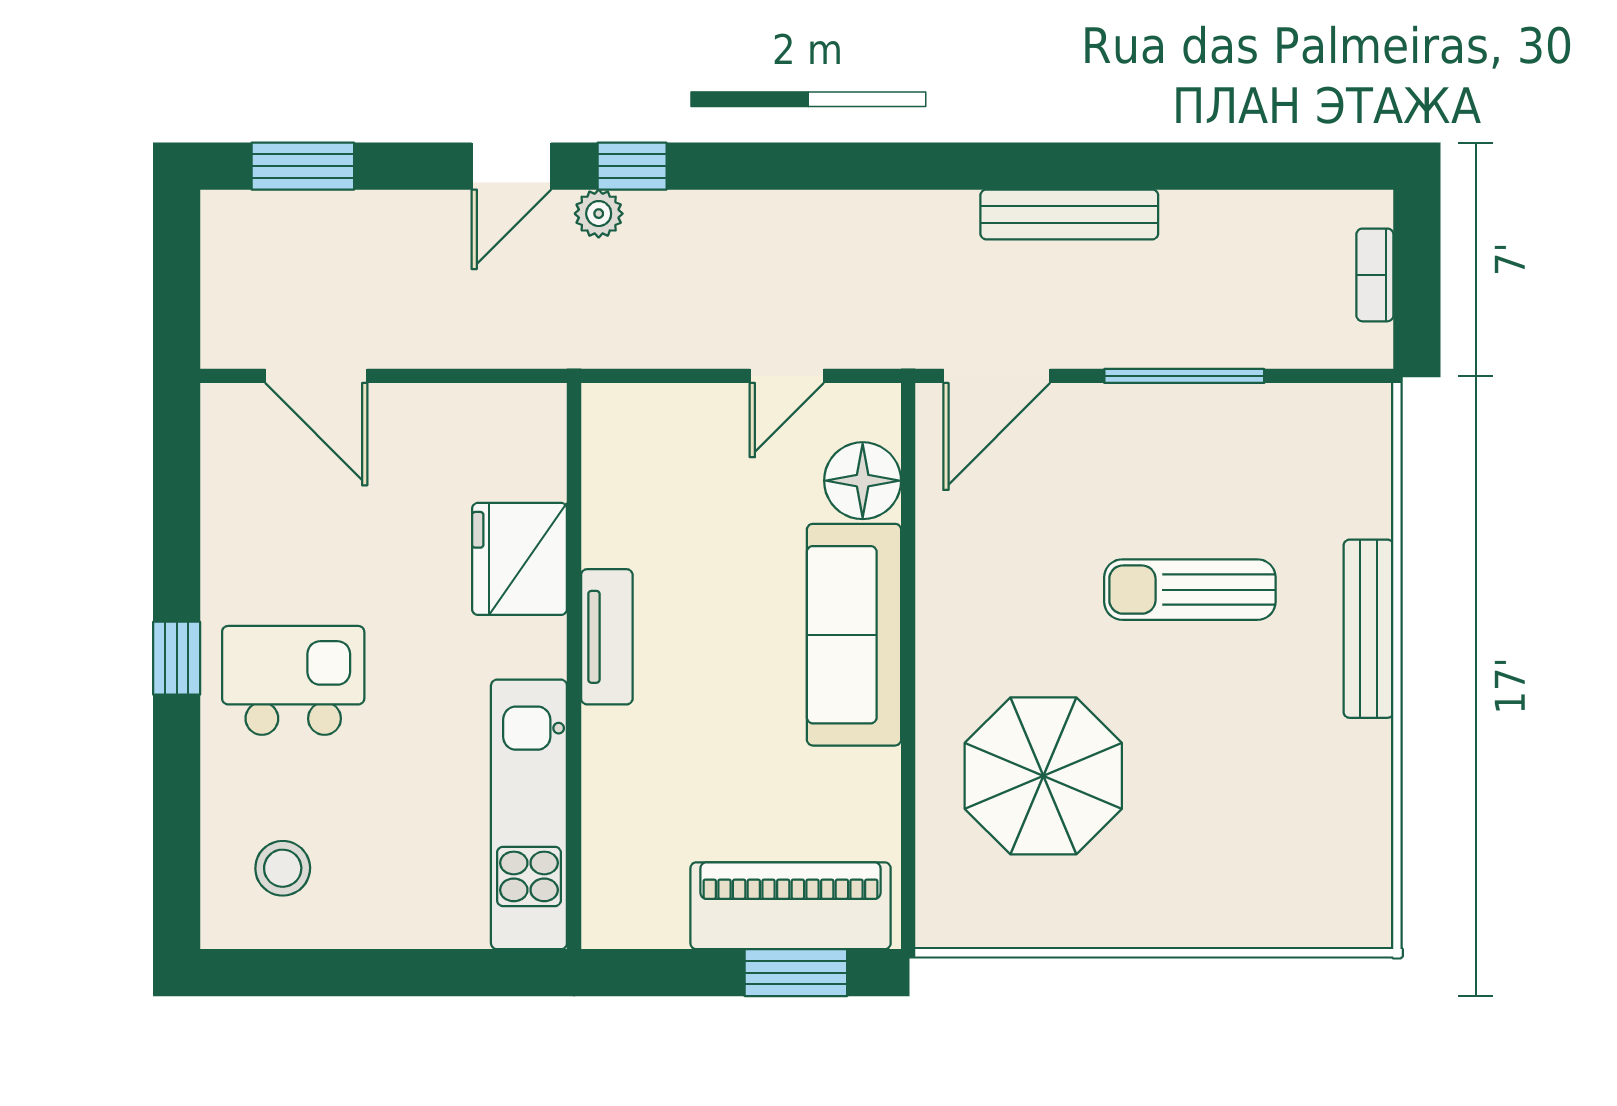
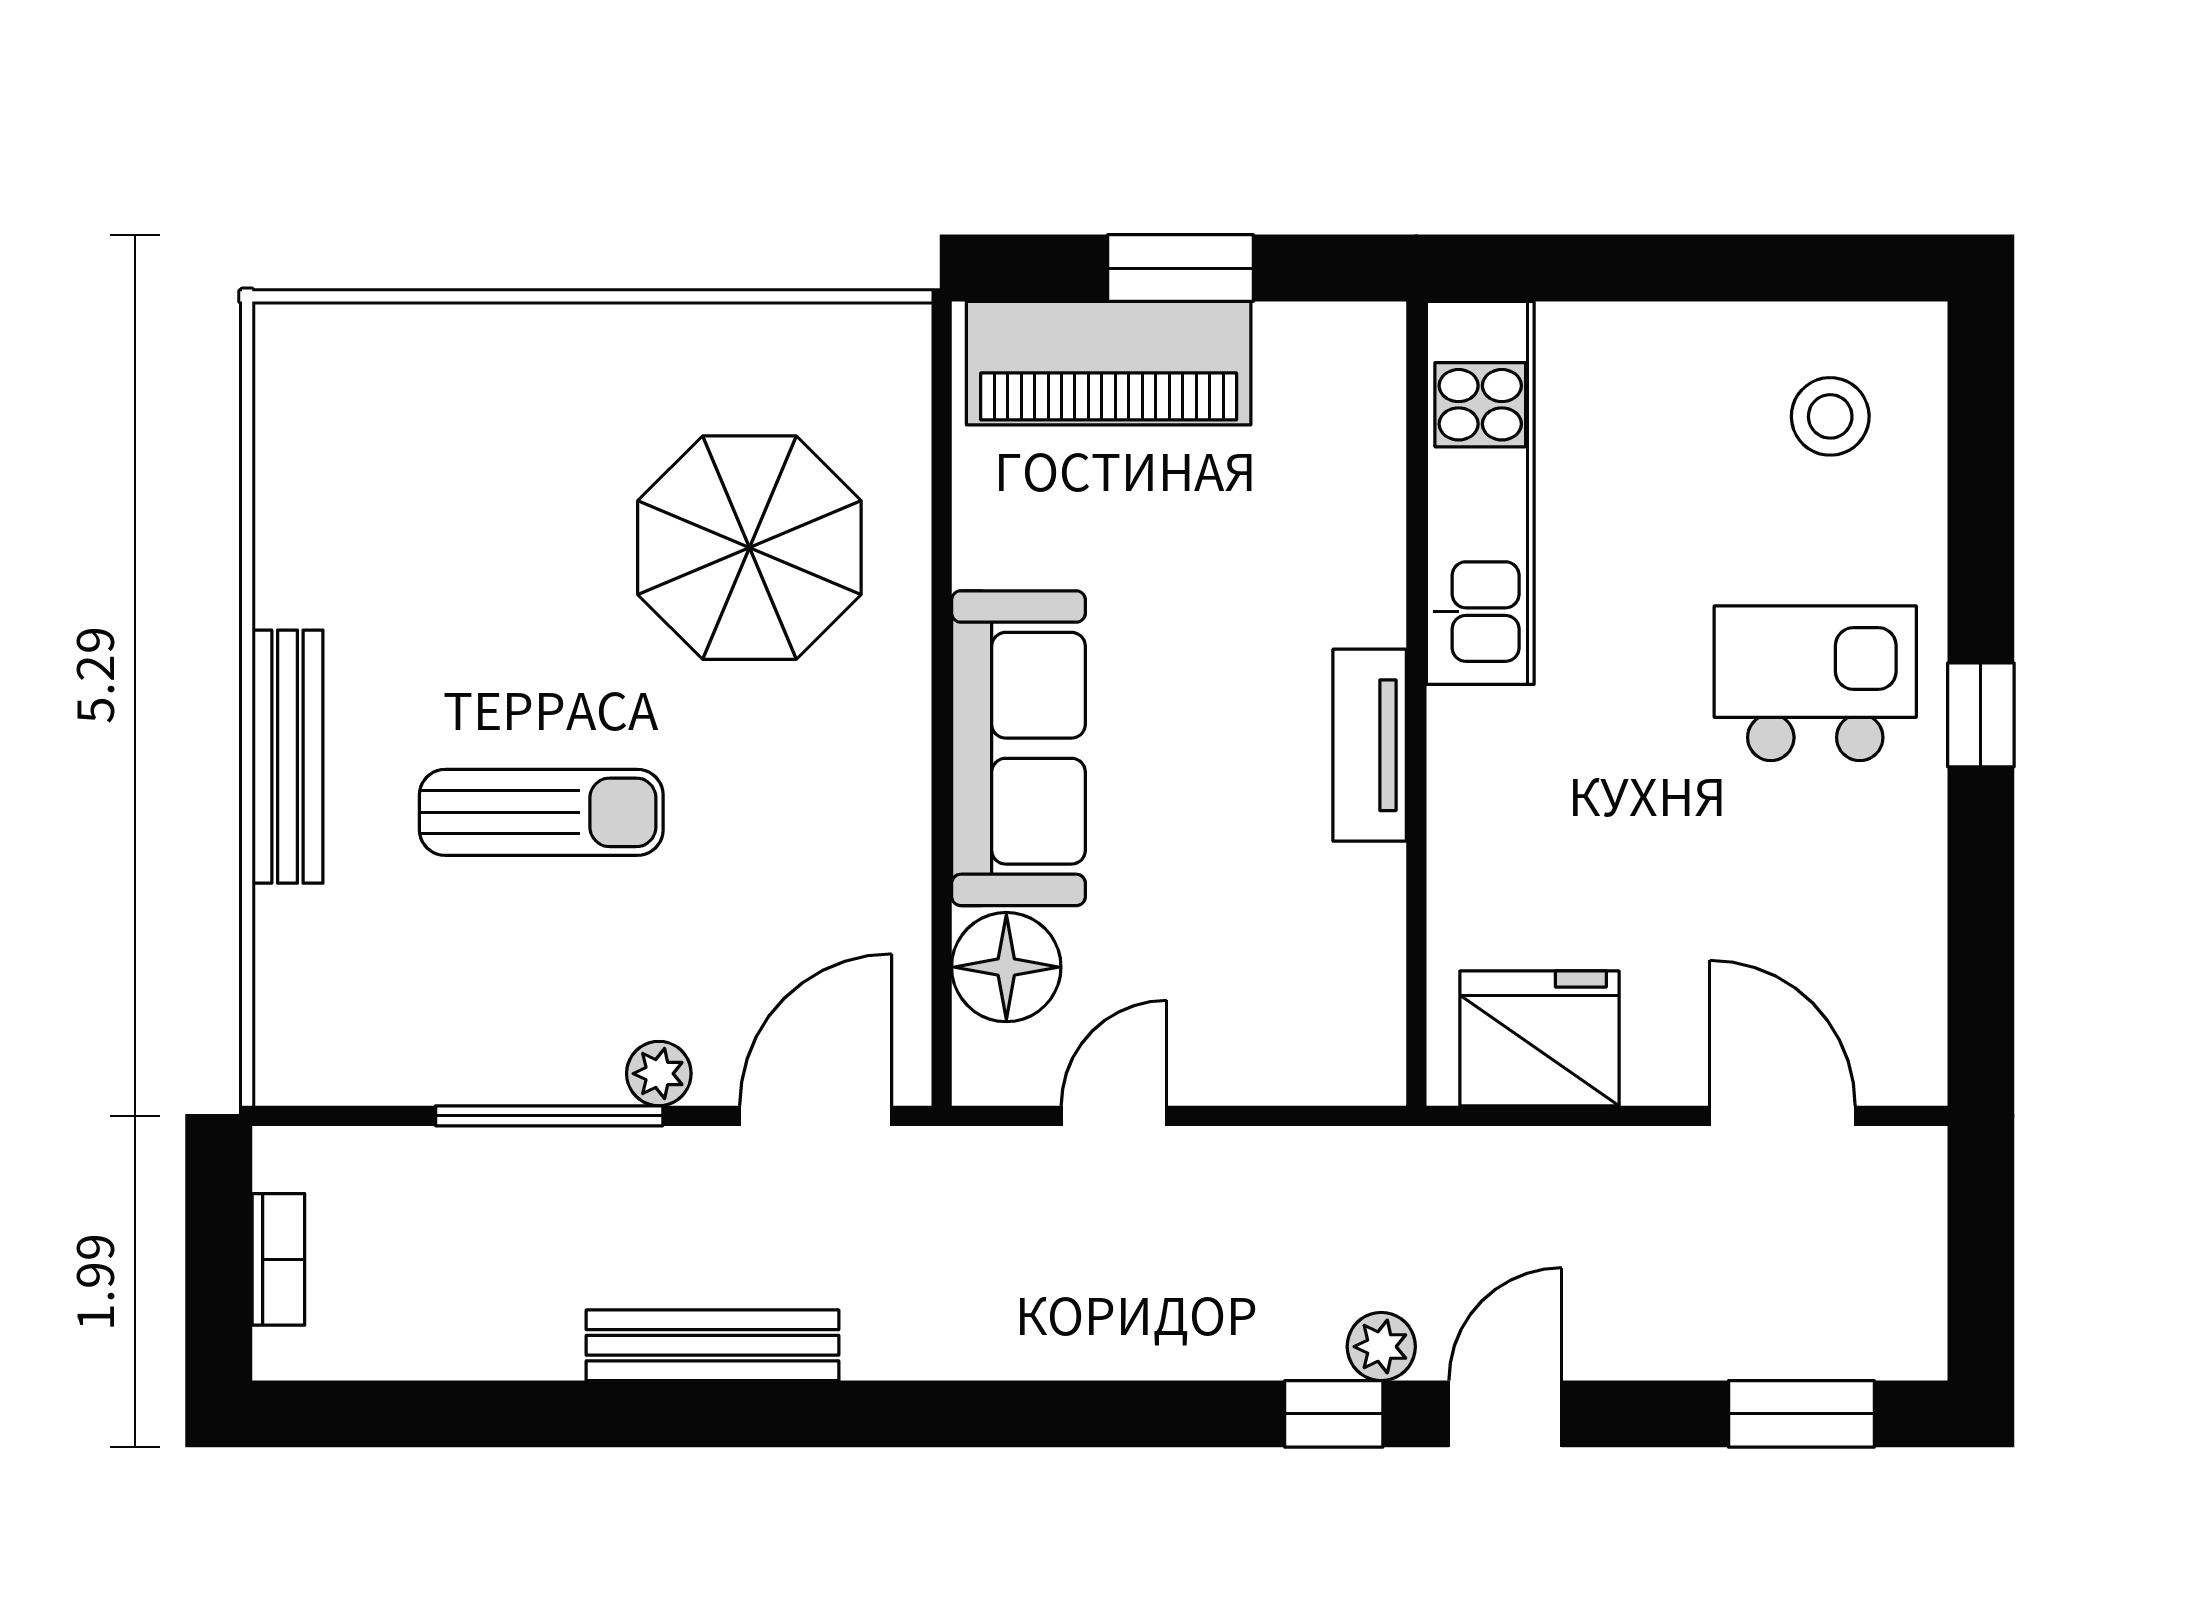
plant: (1107, 406) -> (659, 1074), added
fridge: (520, 559) -> (1539, 1038), moved, turned -90
kitchen island: (293, 680) -> (1815, 683), turned 180
window: (796, 973) -> (1181, 268), moved

